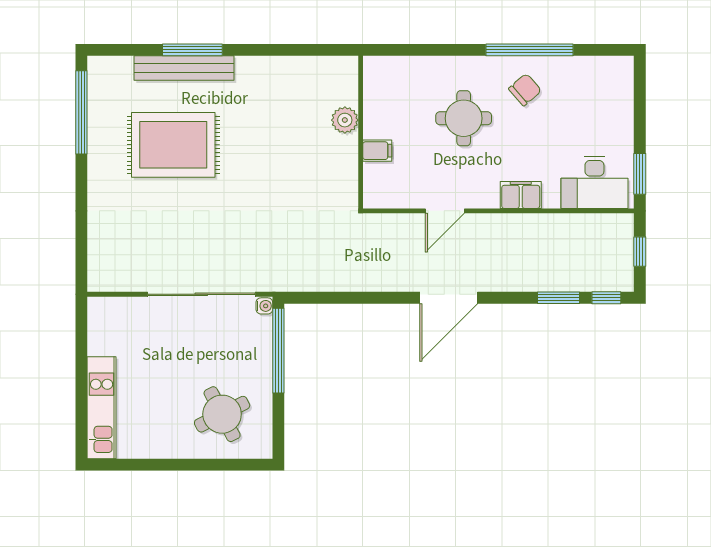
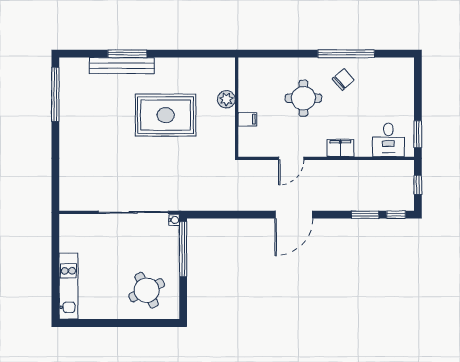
rug: (173, 145) -> (166, 115), moved
desk: (594, 182) -> (388, 140), width x0.73

